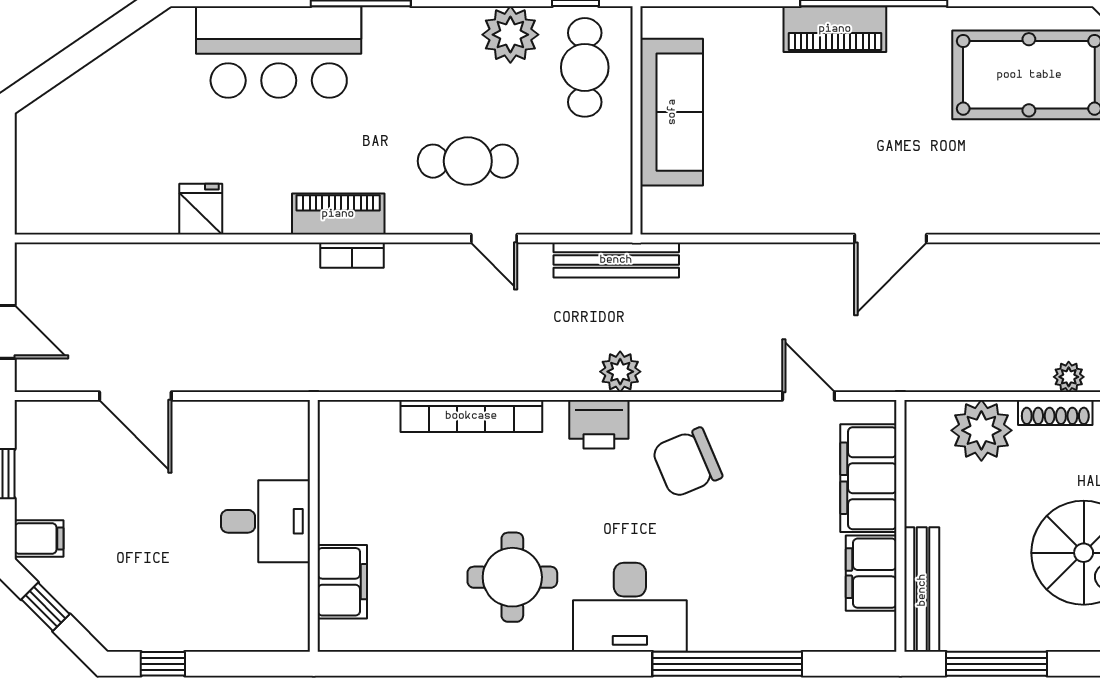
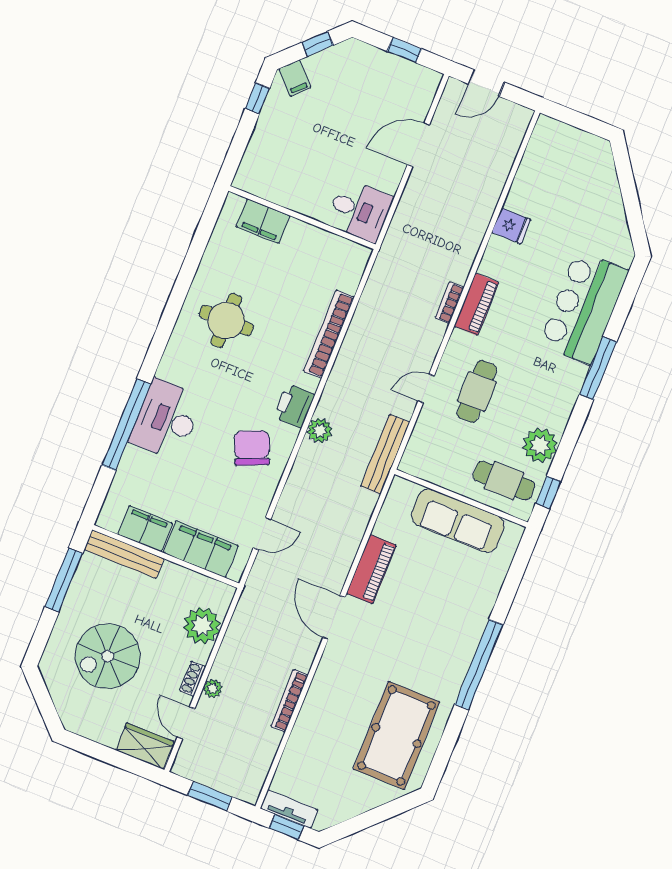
piano: (835, 29) -> (371, 569), moved, turned 180
bookcase: (1041, 255) -> (289, 701), added
shoe rack: (1055, 413) -> (193, 679), width x0.70
desk: (265, 521) -> (360, 211), moved, turned -90
filing cabinet: (39, 539) -> (295, 78), moved, turned -45
desk: (630, 607) -> (166, 419), moved

